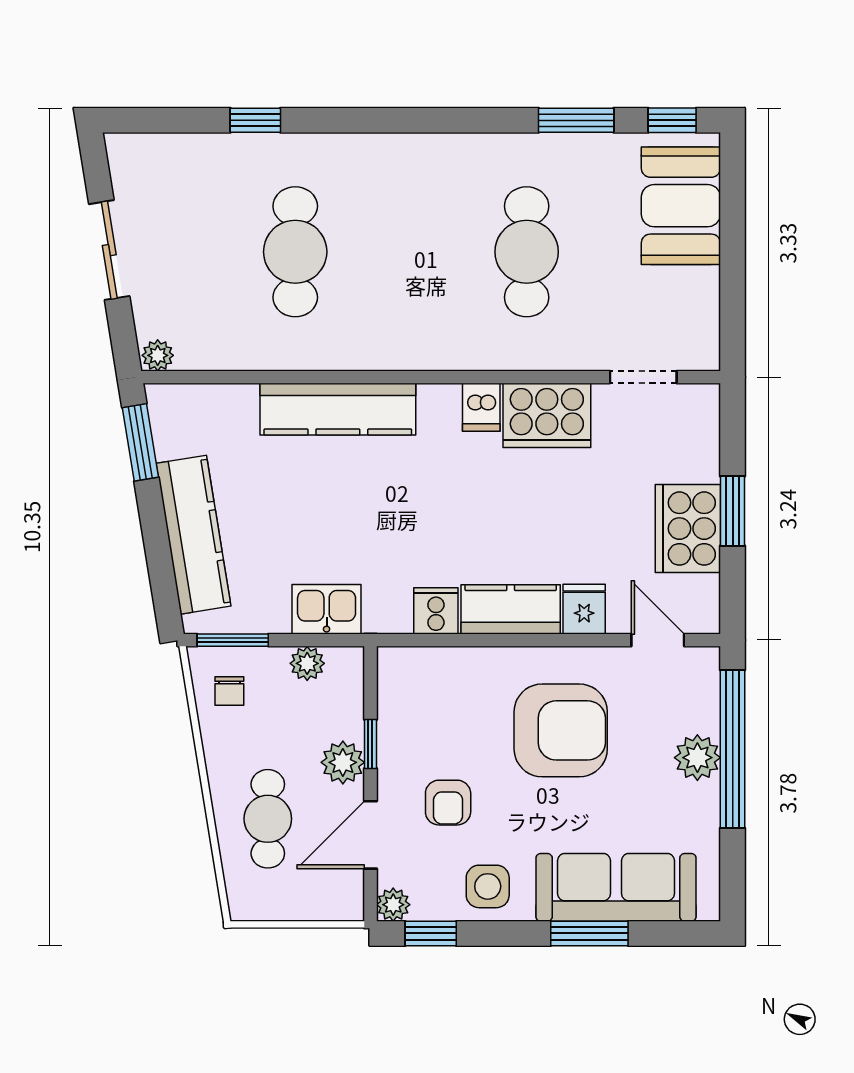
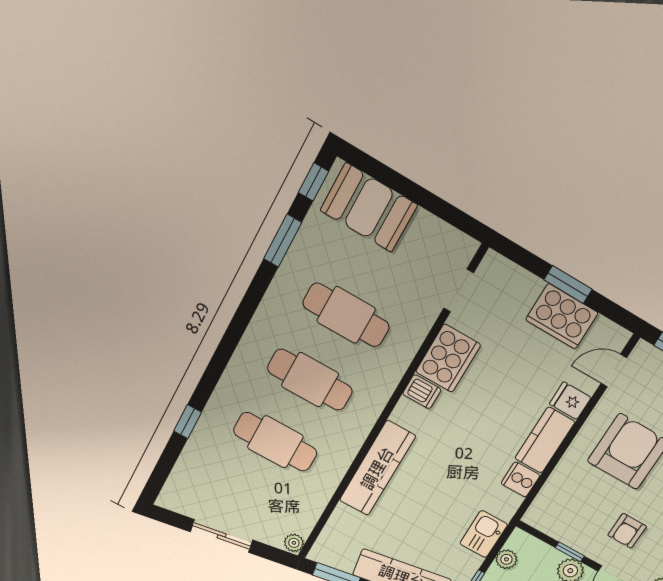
cafe table: (411, 252) -> (310, 380), added
armchair: (448, 803) -> (627, 531), turned 90

